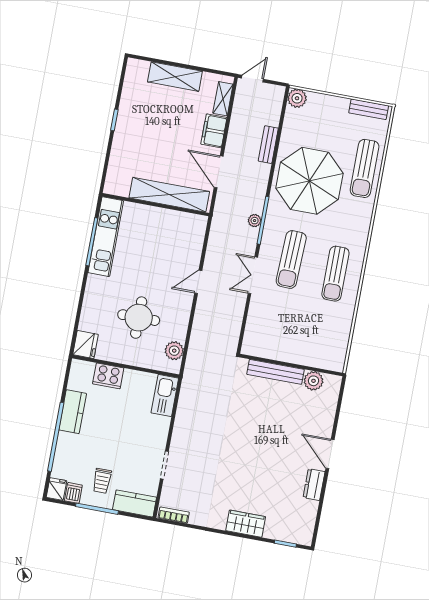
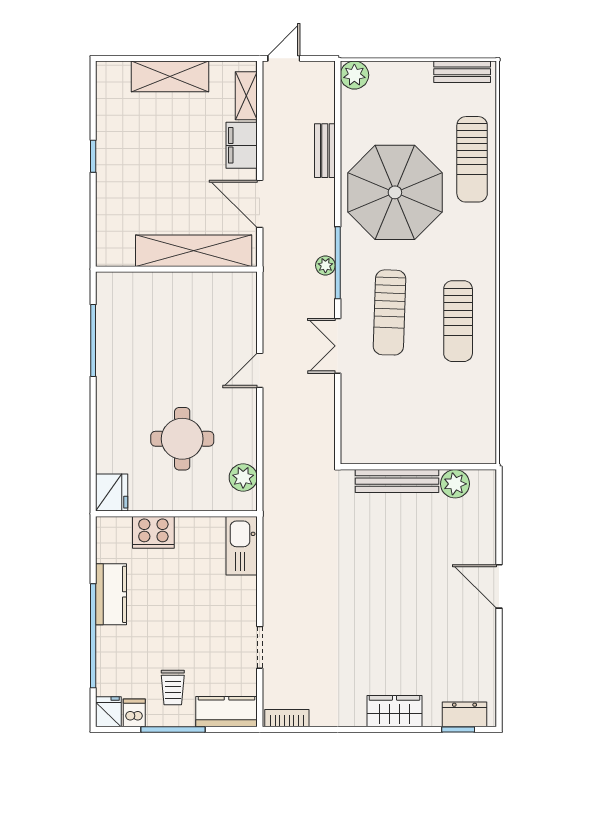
kitchen unit: (106, 237) -> (112, 329), removed
dresser: (314, 485) -> (464, 714), moved, turned 90

